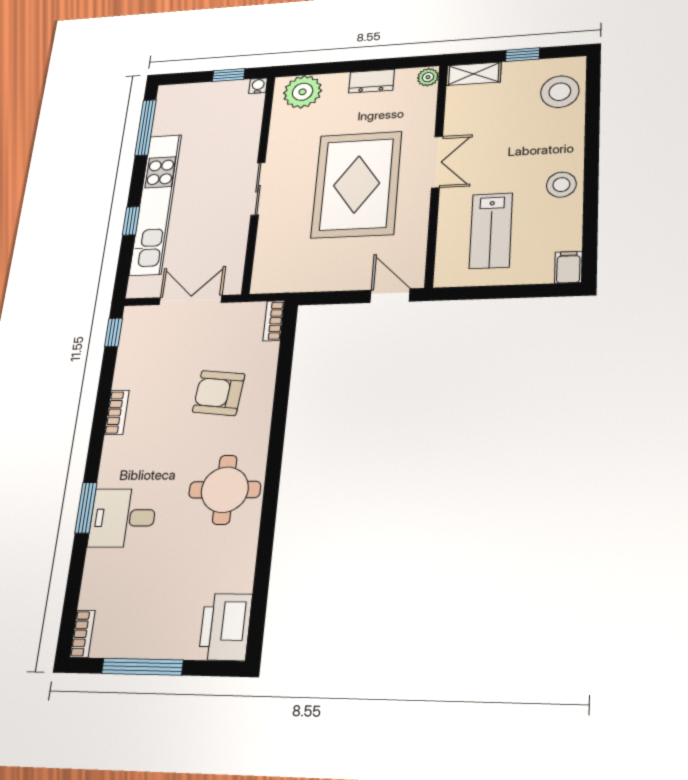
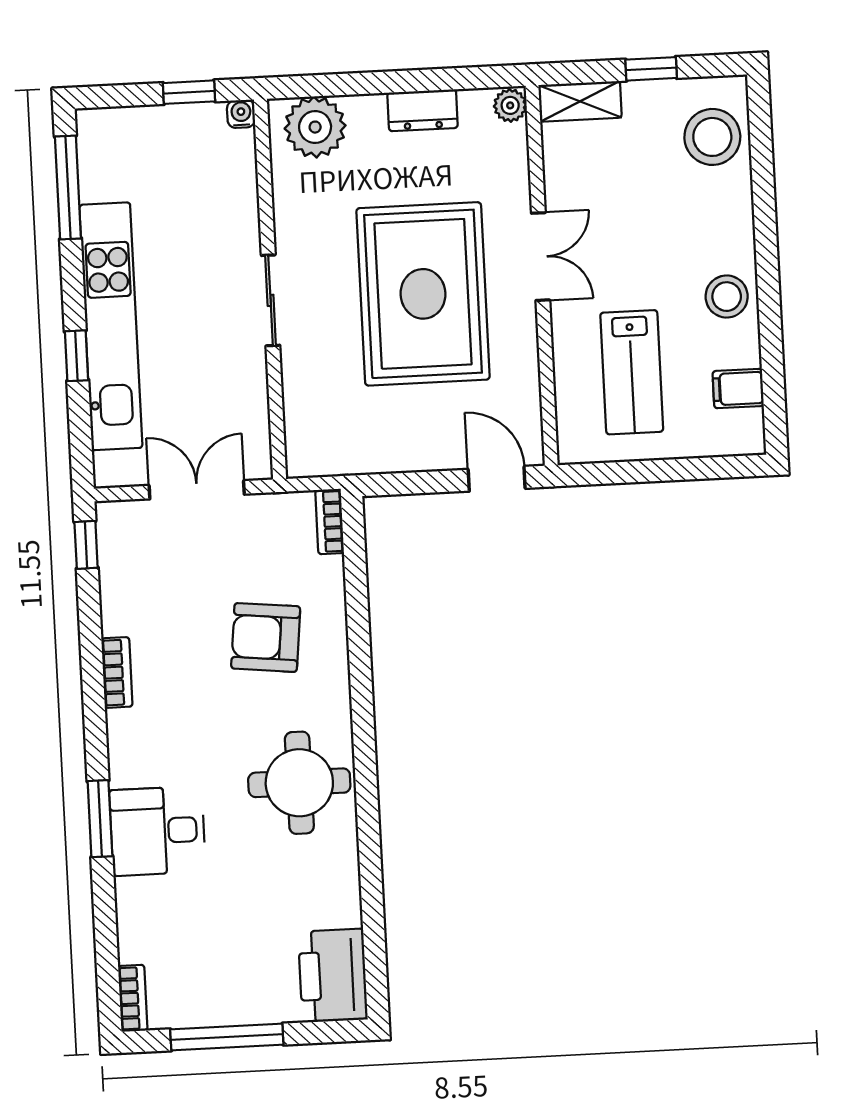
filing cabinet: (568, 267) -> (738, 389), moved, turned -90

